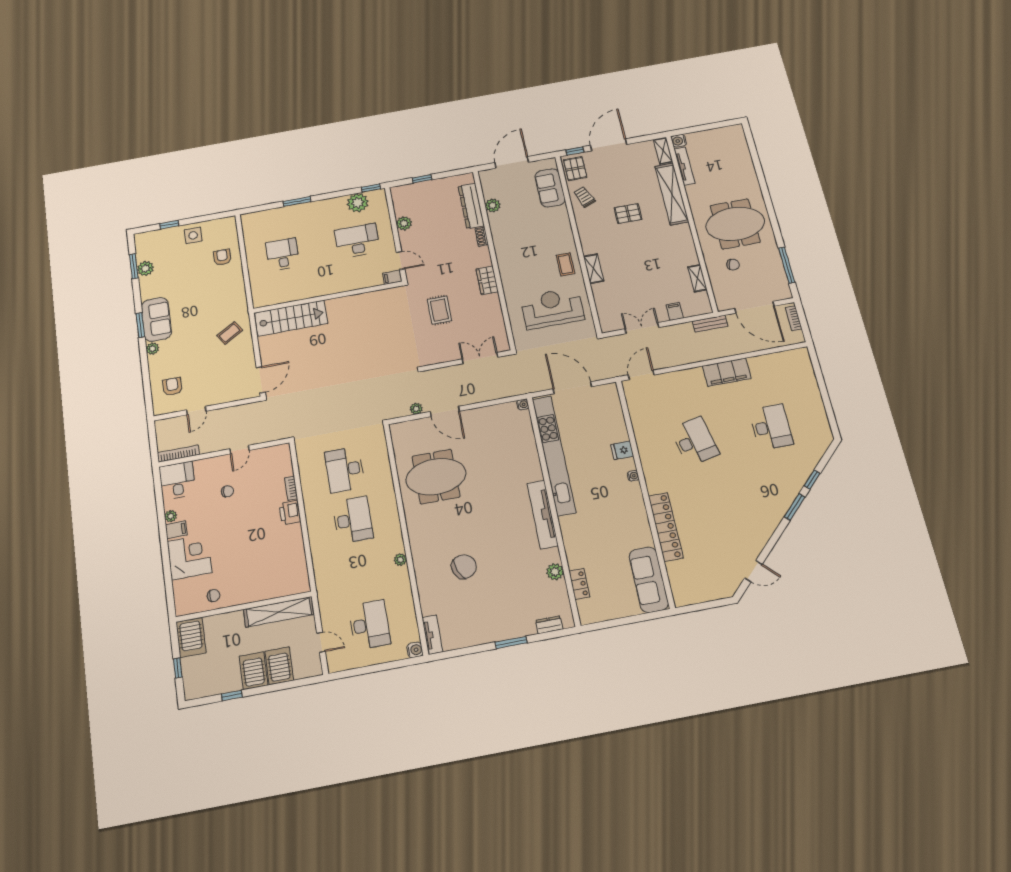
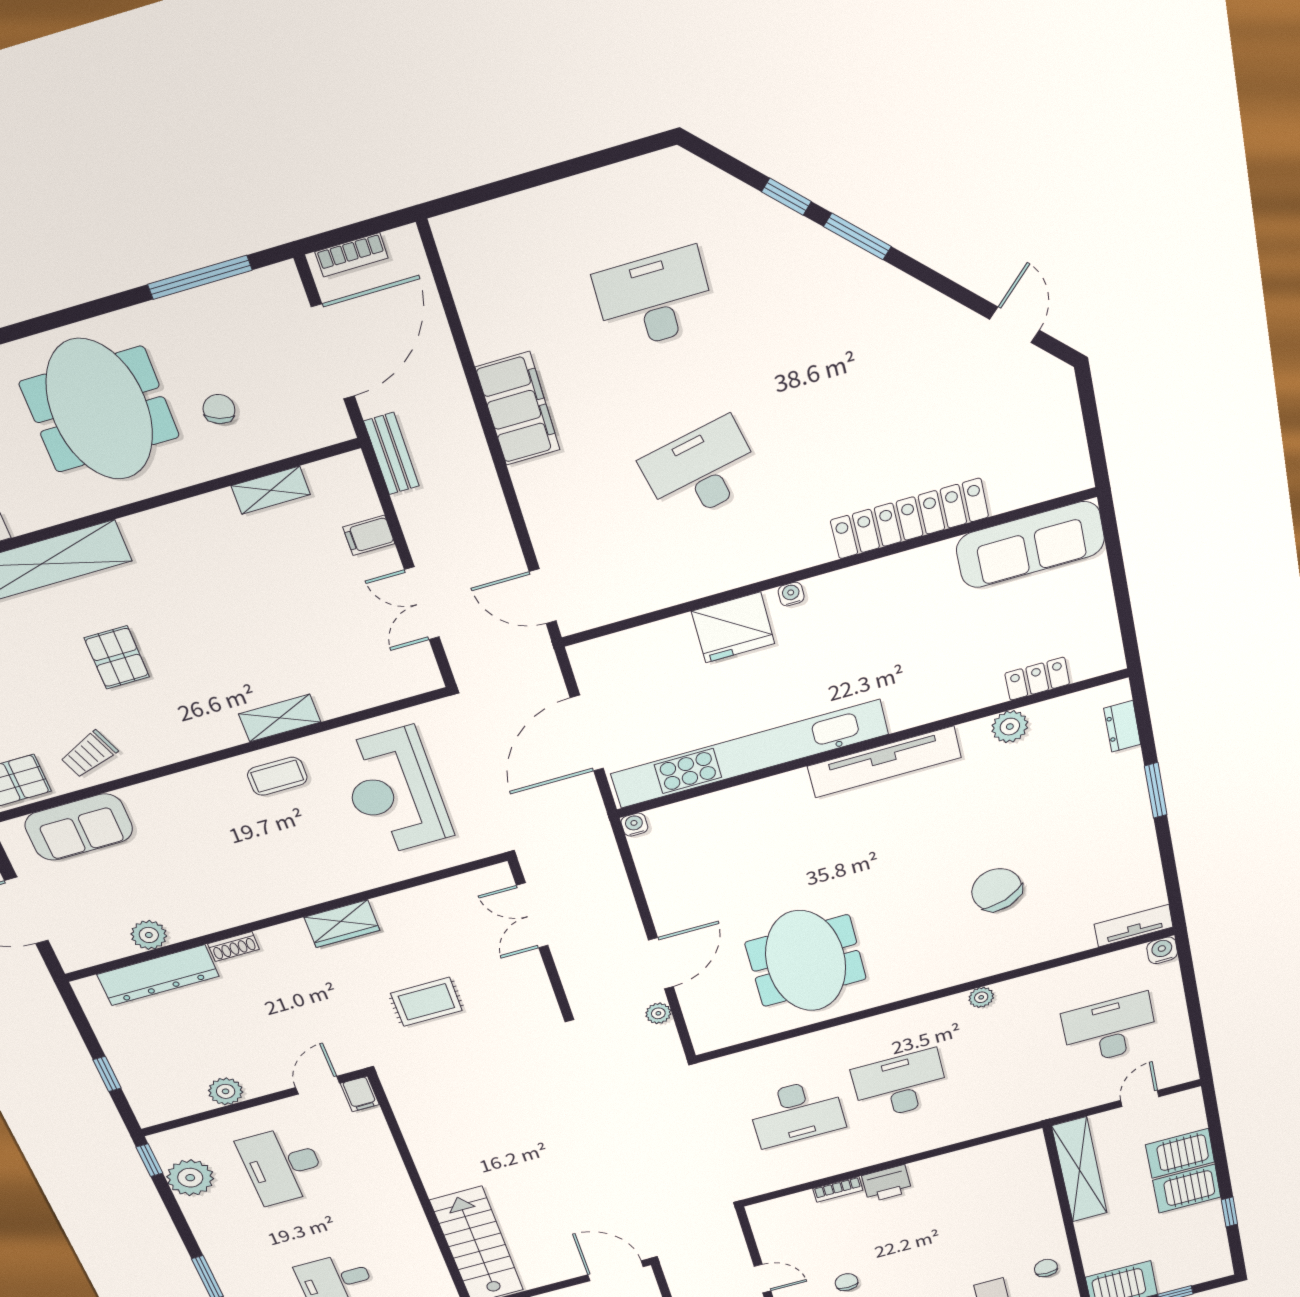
fridge: (622, 450) -> (733, 627), width x1.88, depth x1.34

